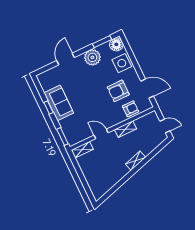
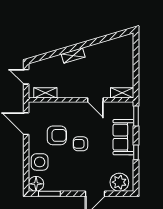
plant: (92, 57) -> (119, 182), moved
sofa: (59, 103) -> (123, 137), moved
armchair: (130, 109) -> (80, 144), moved
shelving: (125, 129) -> (45, 93), moved

